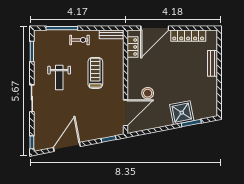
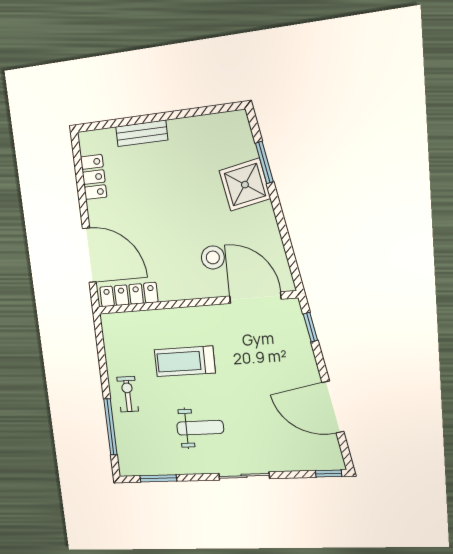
bench: (111, 34) -> (111, 336), removed
locker: (188, 36) -> (94, 177), width x0.66
locker: (133, 47) -> (129, 295), width x1.53

